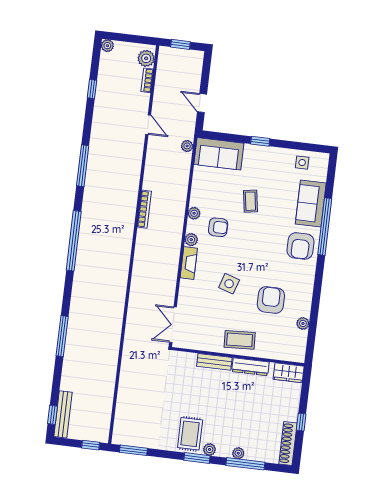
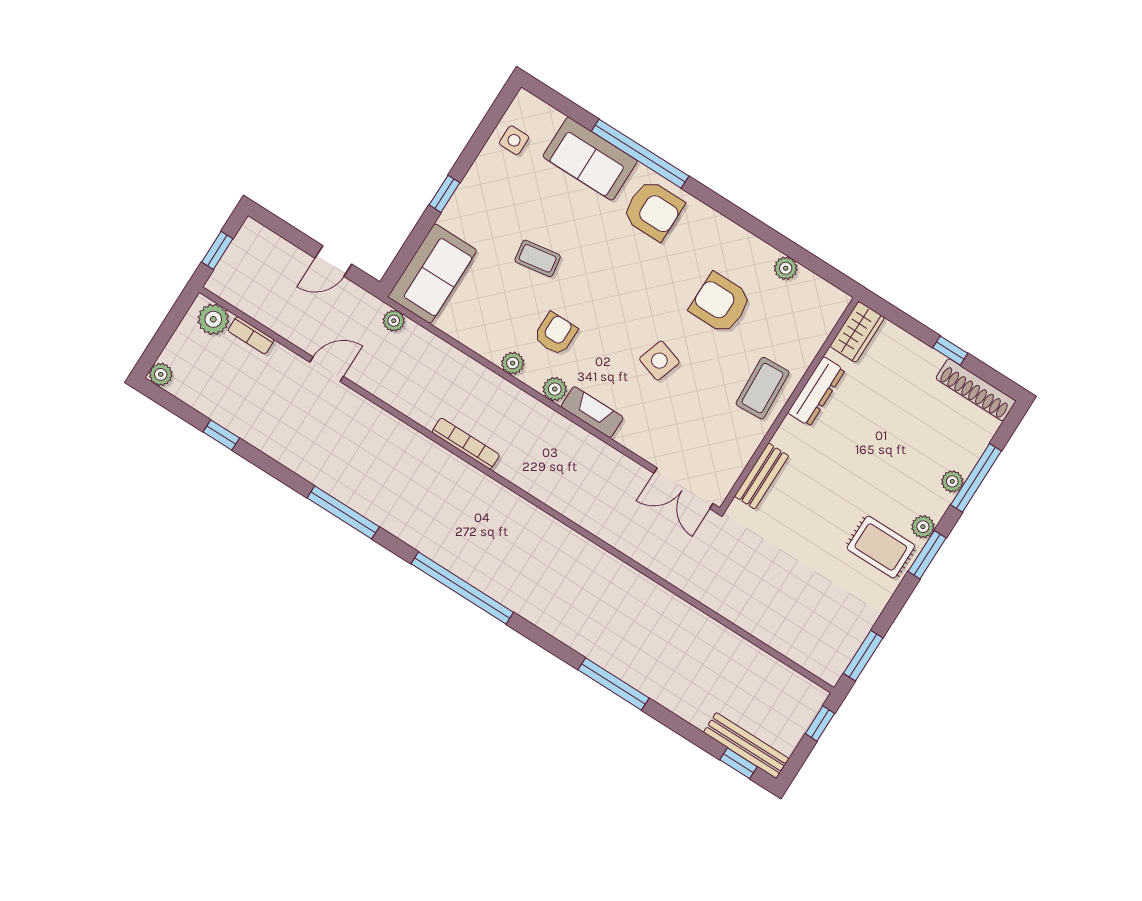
bench: (214, 362) -> (762, 476), moved

